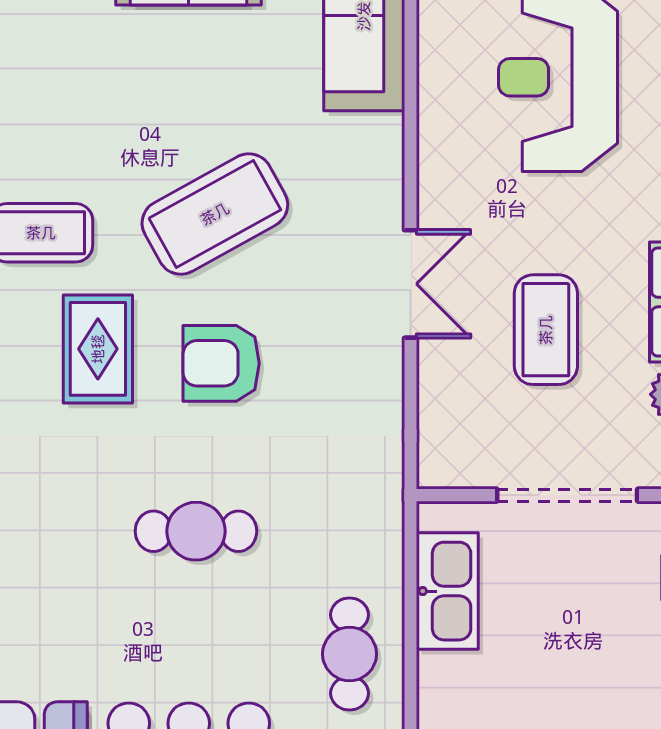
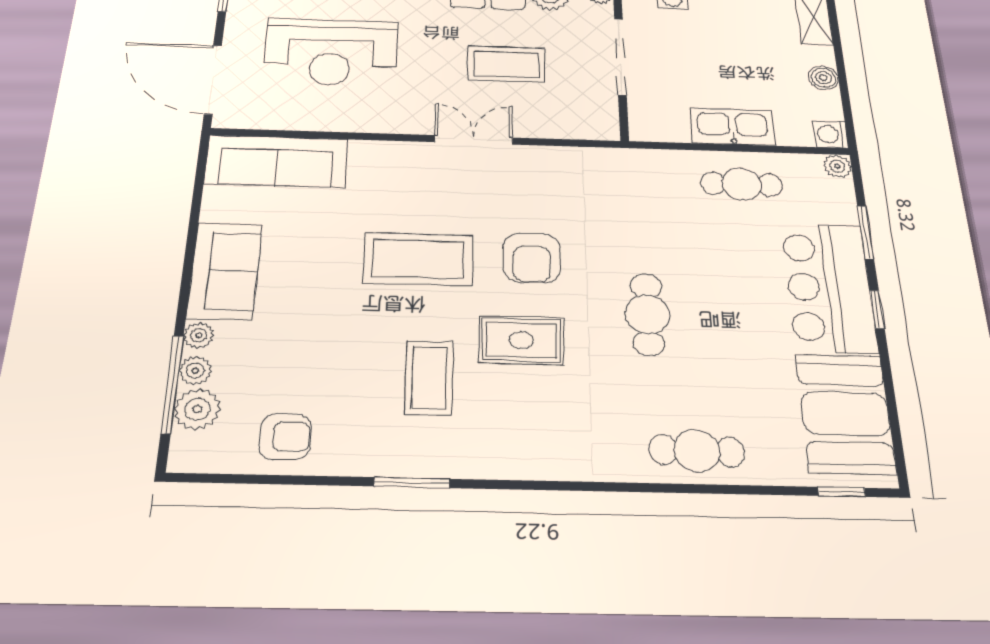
coffee table: (215, 214) -> (419, 259), turned -61
cafe table: (196, 531) -> (647, 314), moved
kitchen sink: (447, 591) -> (733, 127), moved

